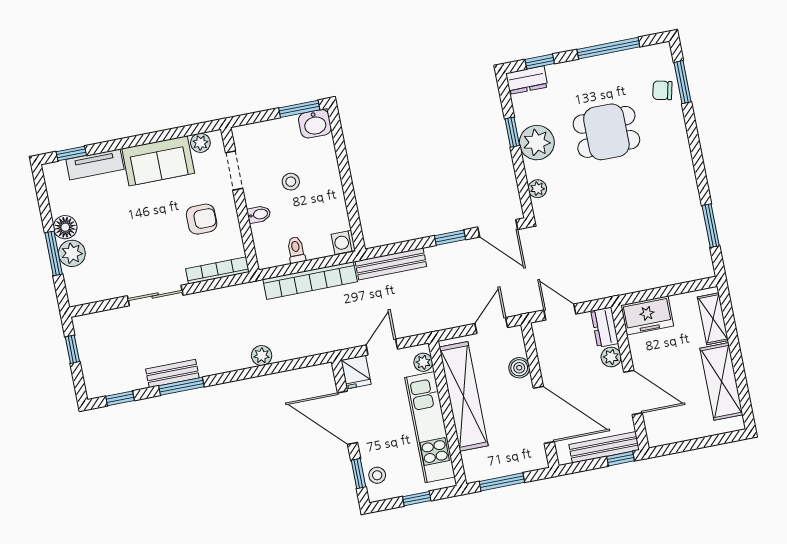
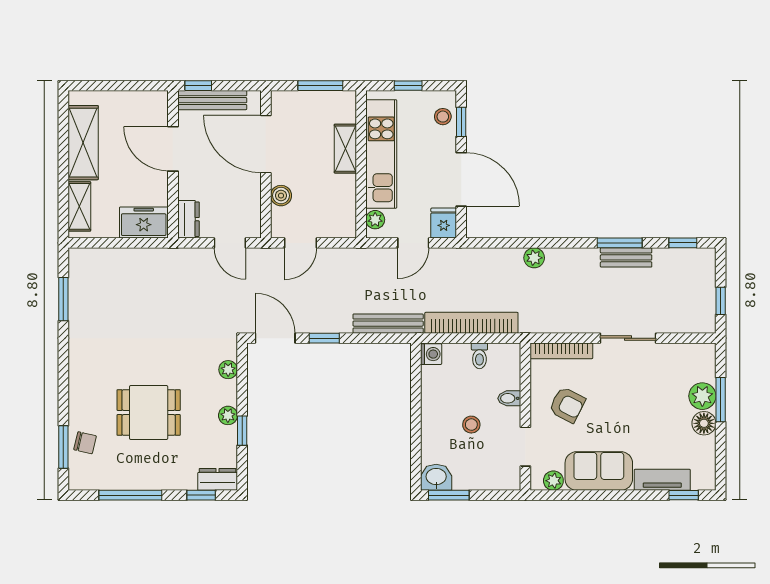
plant: (537, 143) -> (228, 415), width x0.53, depth x0.53
armchair: (202, 219) -> (567, 405), turned -153
plant: (611, 357) -> (188, 188), removed
shelving: (464, 396) -> (345, 149), width x0.45, depth x0.75

